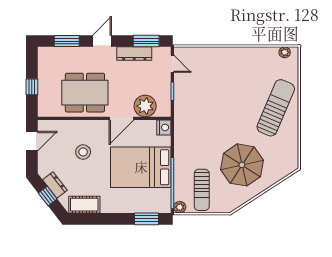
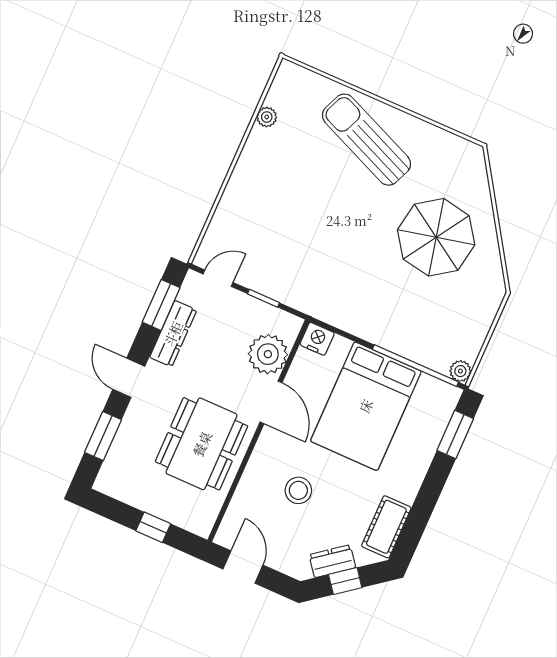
plant: (285, 52) -> (267, 117), moved
sun lounger: (202, 190) -> (448, 322), removed

